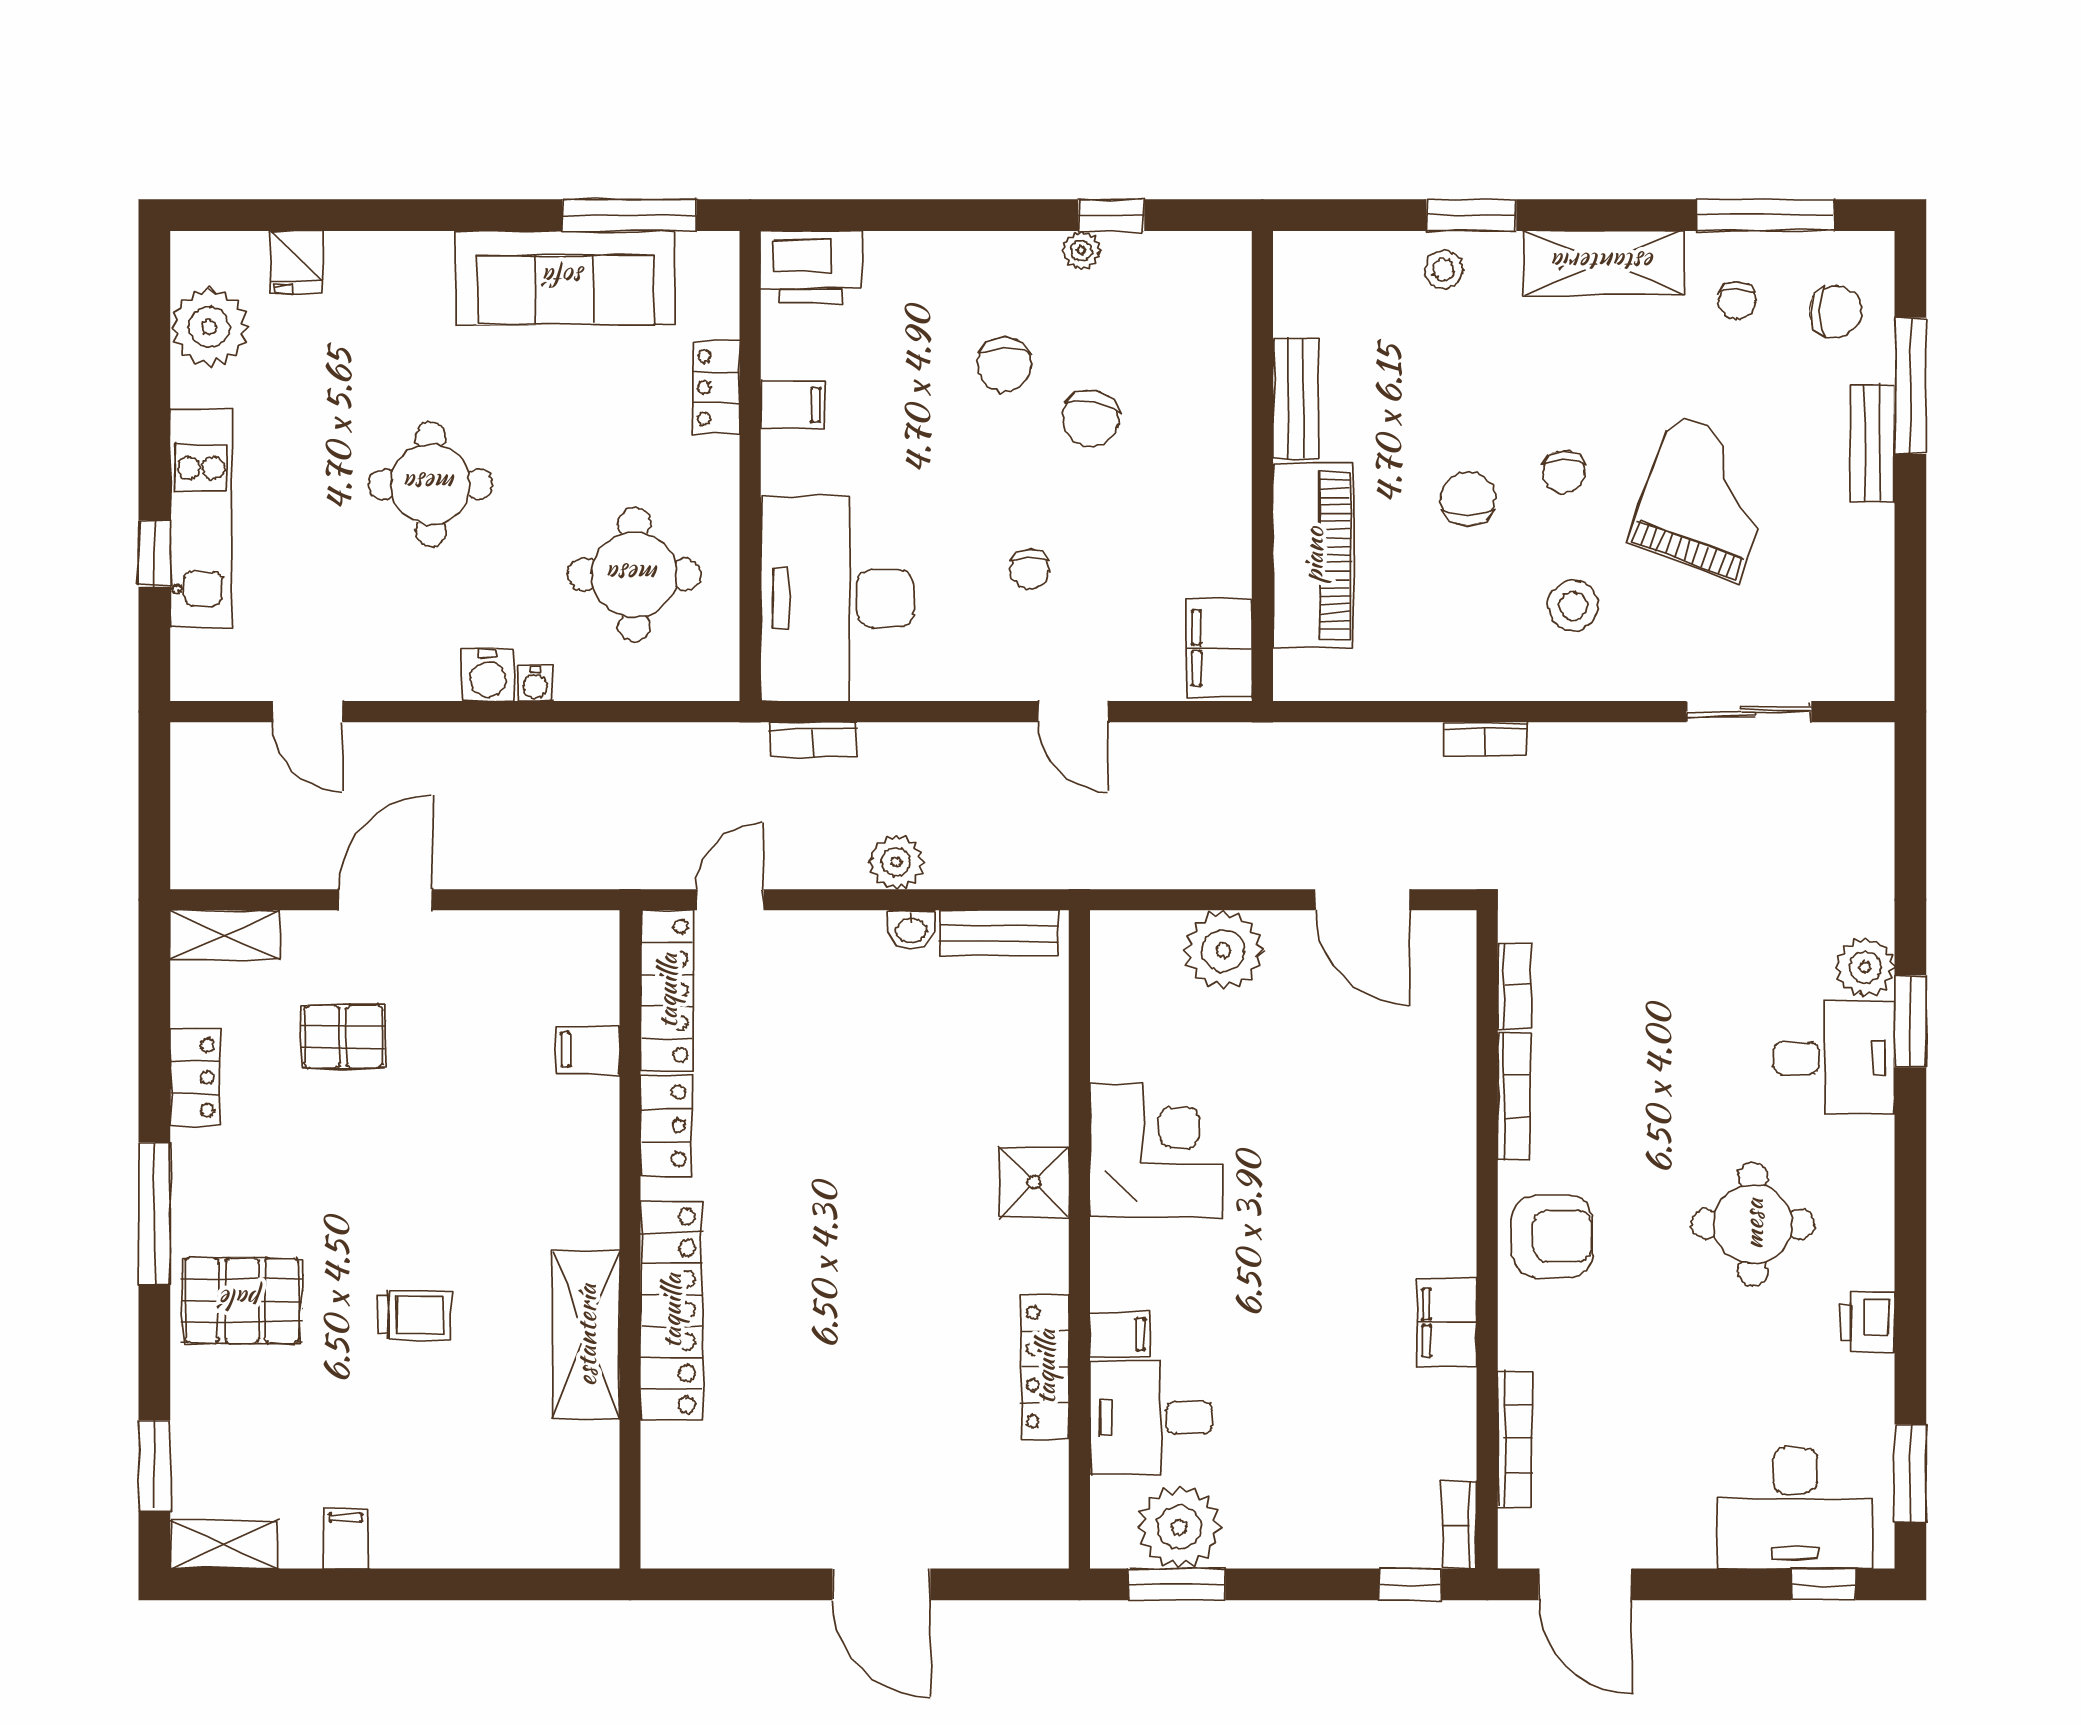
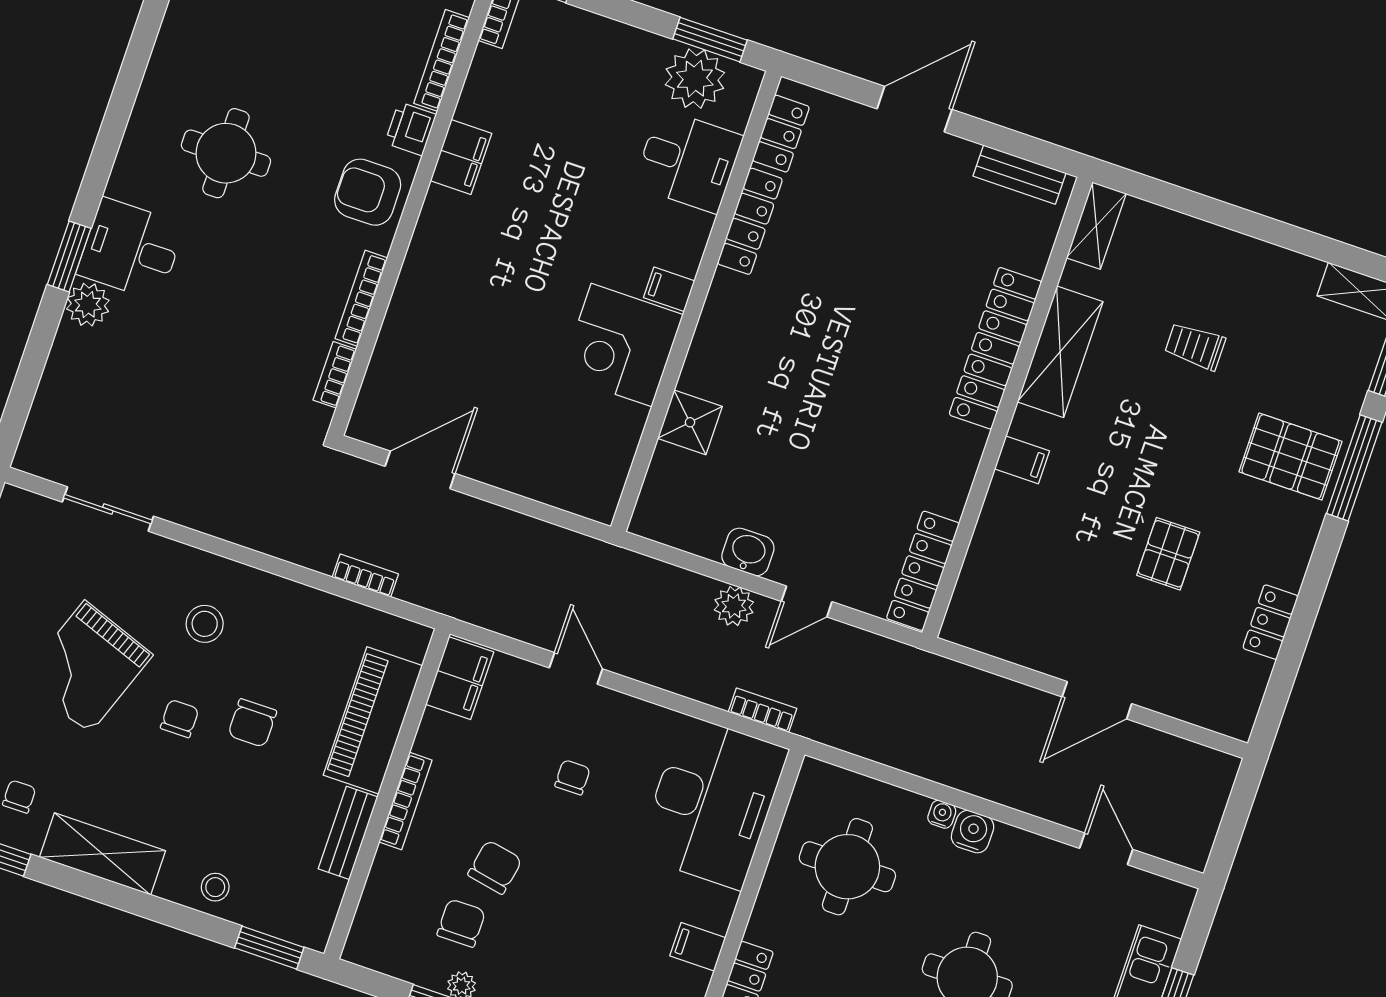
window: (1471, 215) -> (269, 948), moved
chair: (1005, 364) -> (461, 923), moved
bookcase: (1235, 465) -> (405, 801), added
bookcase: (1486, 739) -> (365, 576), moved
door: (730, 900) -> (807, 601), moved
door: (1362, 900) -> (420, 470), hinge flipped
washbasin: (911, 929) -> (748, 552), width x1.38, depth x1.45
bench: (998, 933) -> (1019, 175), moved
shelving: (225, 935) -> (1096, 226), moved, turned 90
plant: (1223, 950) -> (528, 468), removed
pallet: (343, 1037) -> (1168, 554), moved, turned 90
filing cabinet: (588, 1050) -> (1022, 460), moved
locker: (666, 1126) -> (781, 134), moved, turned 180
shower: (1034, 1182) -> (690, 422), moved
window: (154, 1213) -> (1354, 468), moved
trolley: (414, 1315) -> (1195, 346), moved
printer: (1867, 1322) -> (411, 129), moved, turned 180
filing cabinet: (1120, 1334) -> (669, 289), moved
filing cabinet: (346, 1539) -> (1274, 267), removed
door: (881, 1584) -> (914, 109), hinge flipped

